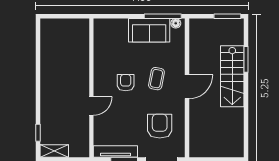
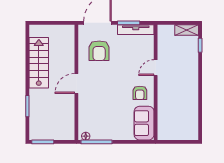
sofa: (149, 30) -> (144, 123), moved, turned -90
stairs: (232, 76) -> (39, 63), moved
coffee table: (156, 79) -> (102, 90), removed
armchair: (126, 83) -> (140, 93), moved

